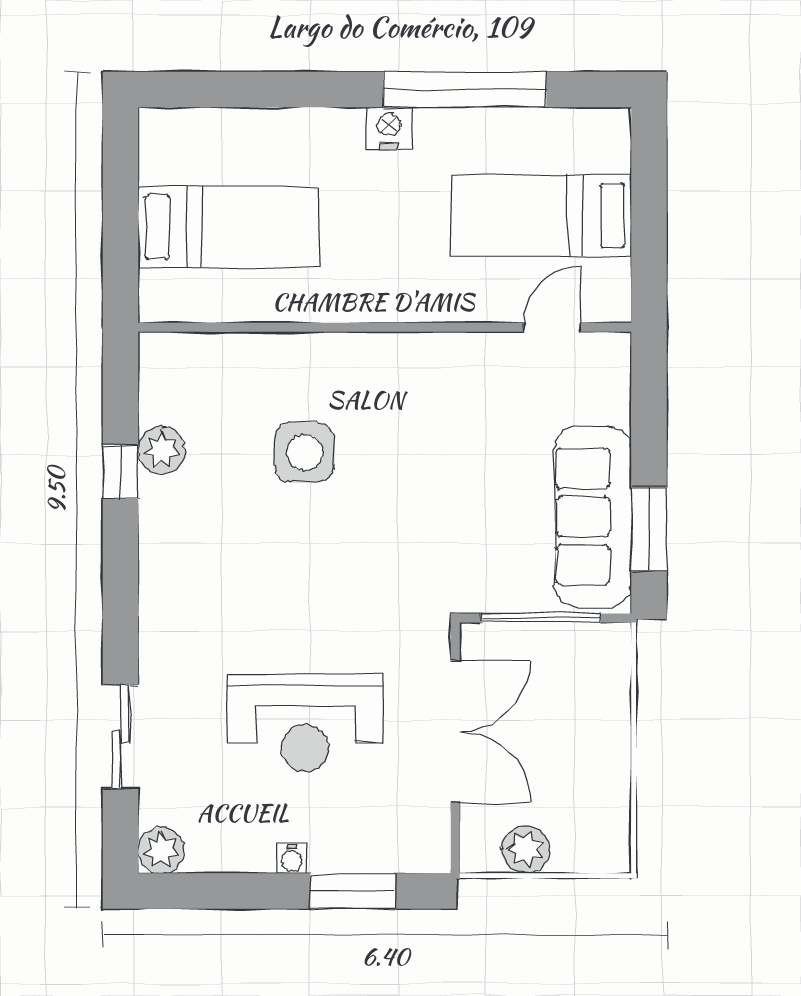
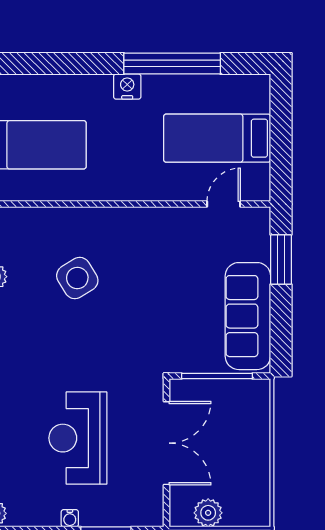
side table: (304, 452) -> (77, 278), turned -31
window: (649, 529) -> (281, 260), moved
reception desk: (305, 723) -> (78, 438), turned 90

